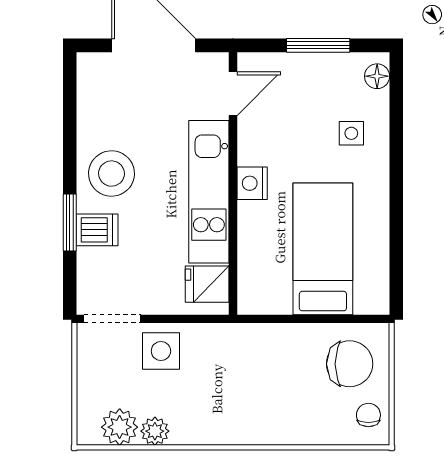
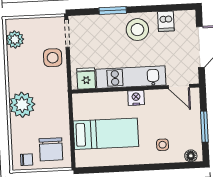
dishwasher: (97, 230) -> (166, 21), moved
plant: (155, 431) -> (22, 105), moved, width x1.88, depth x1.88

